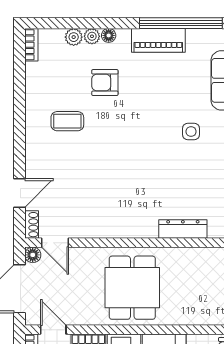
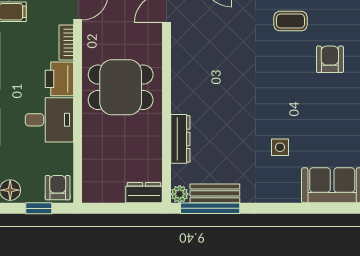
coffee table: (67, 121) -> (290, 21), turned 90

